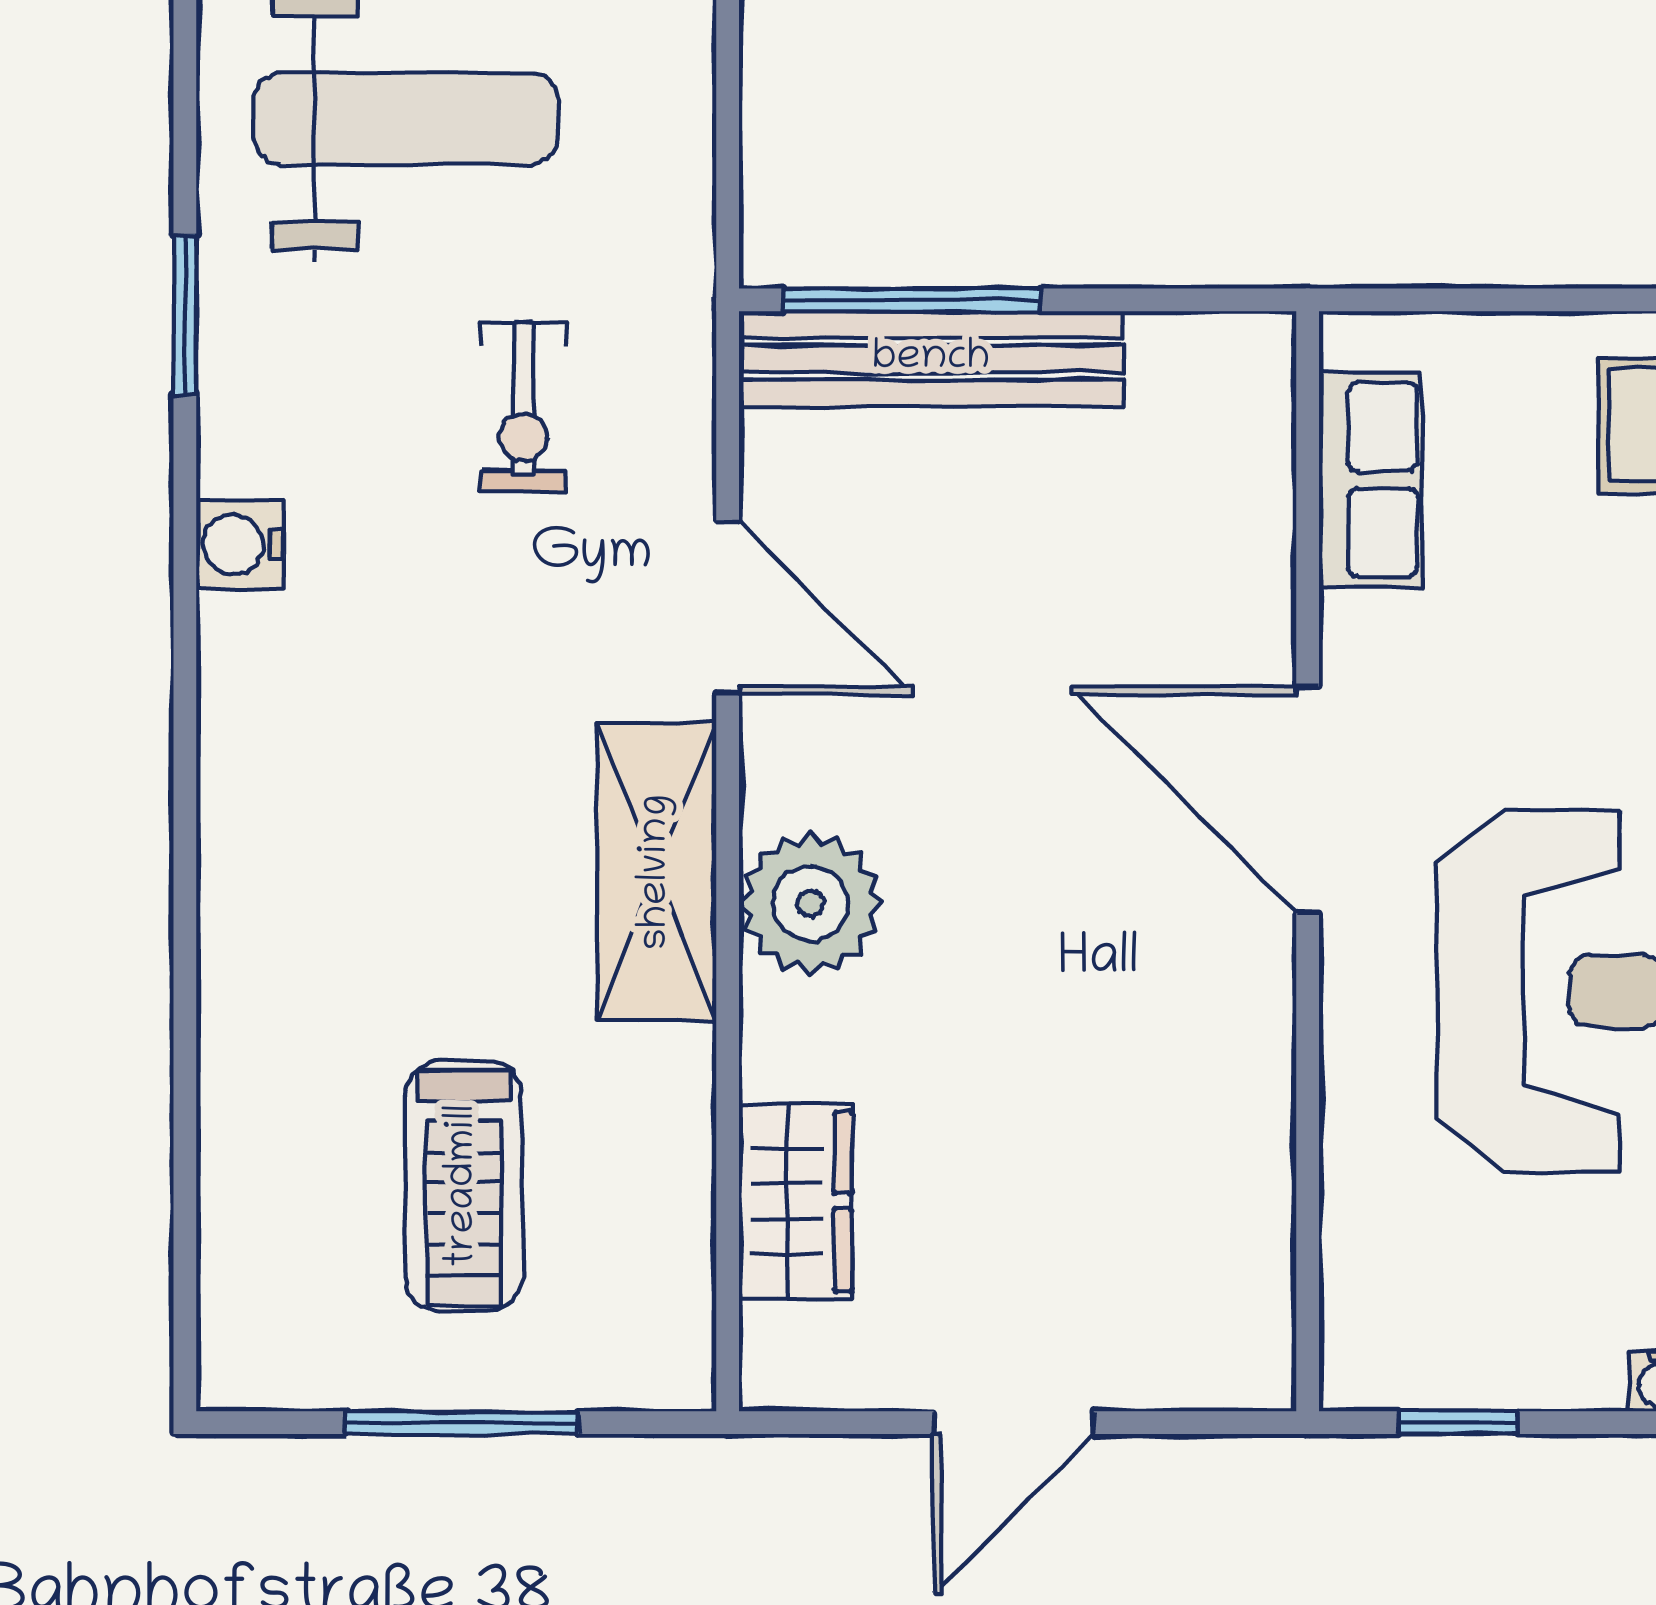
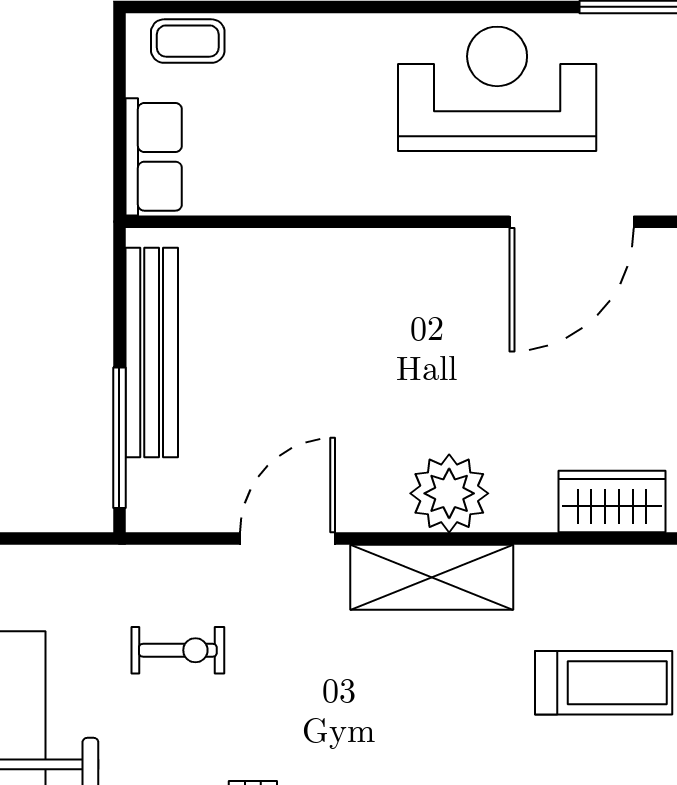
bench: (931, 359) -> (152, 353), moved
row of seats: (1370, 480) -> (154, 157), moved, turned 90
door: (1308, 800) -> (572, 222), moved

